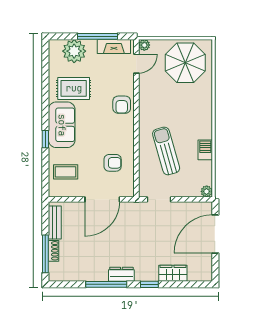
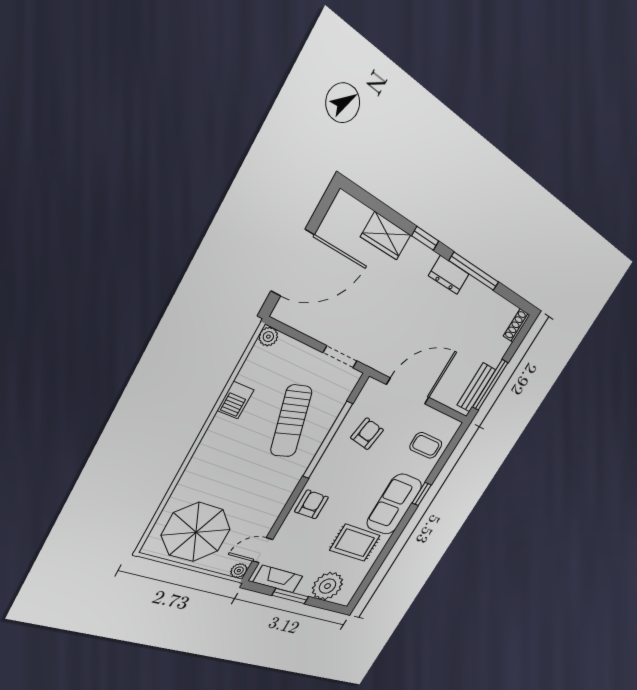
window: (98, 36) -> (290, 596), width x0.69
window: (136, 149) -> (328, 440), added
armchair: (113, 163) -> (367, 434), turned 100
shoe rack: (54, 251) -> (517, 326), moved
window: (45, 254) -> (490, 385), moved

